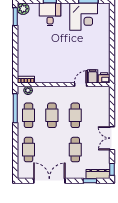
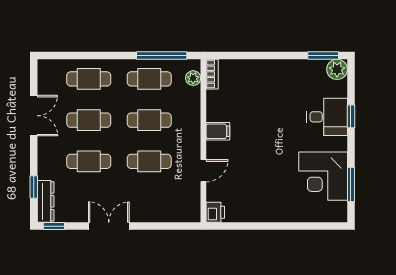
filing cabinet: (93, 76) -> (218, 131), moved
door: (81, 85) -> (203, 171), hinge flipped
cafe table: (52, 150) -> (89, 120), added
double door: (49, 181) -> (34, 116), width x0.73

